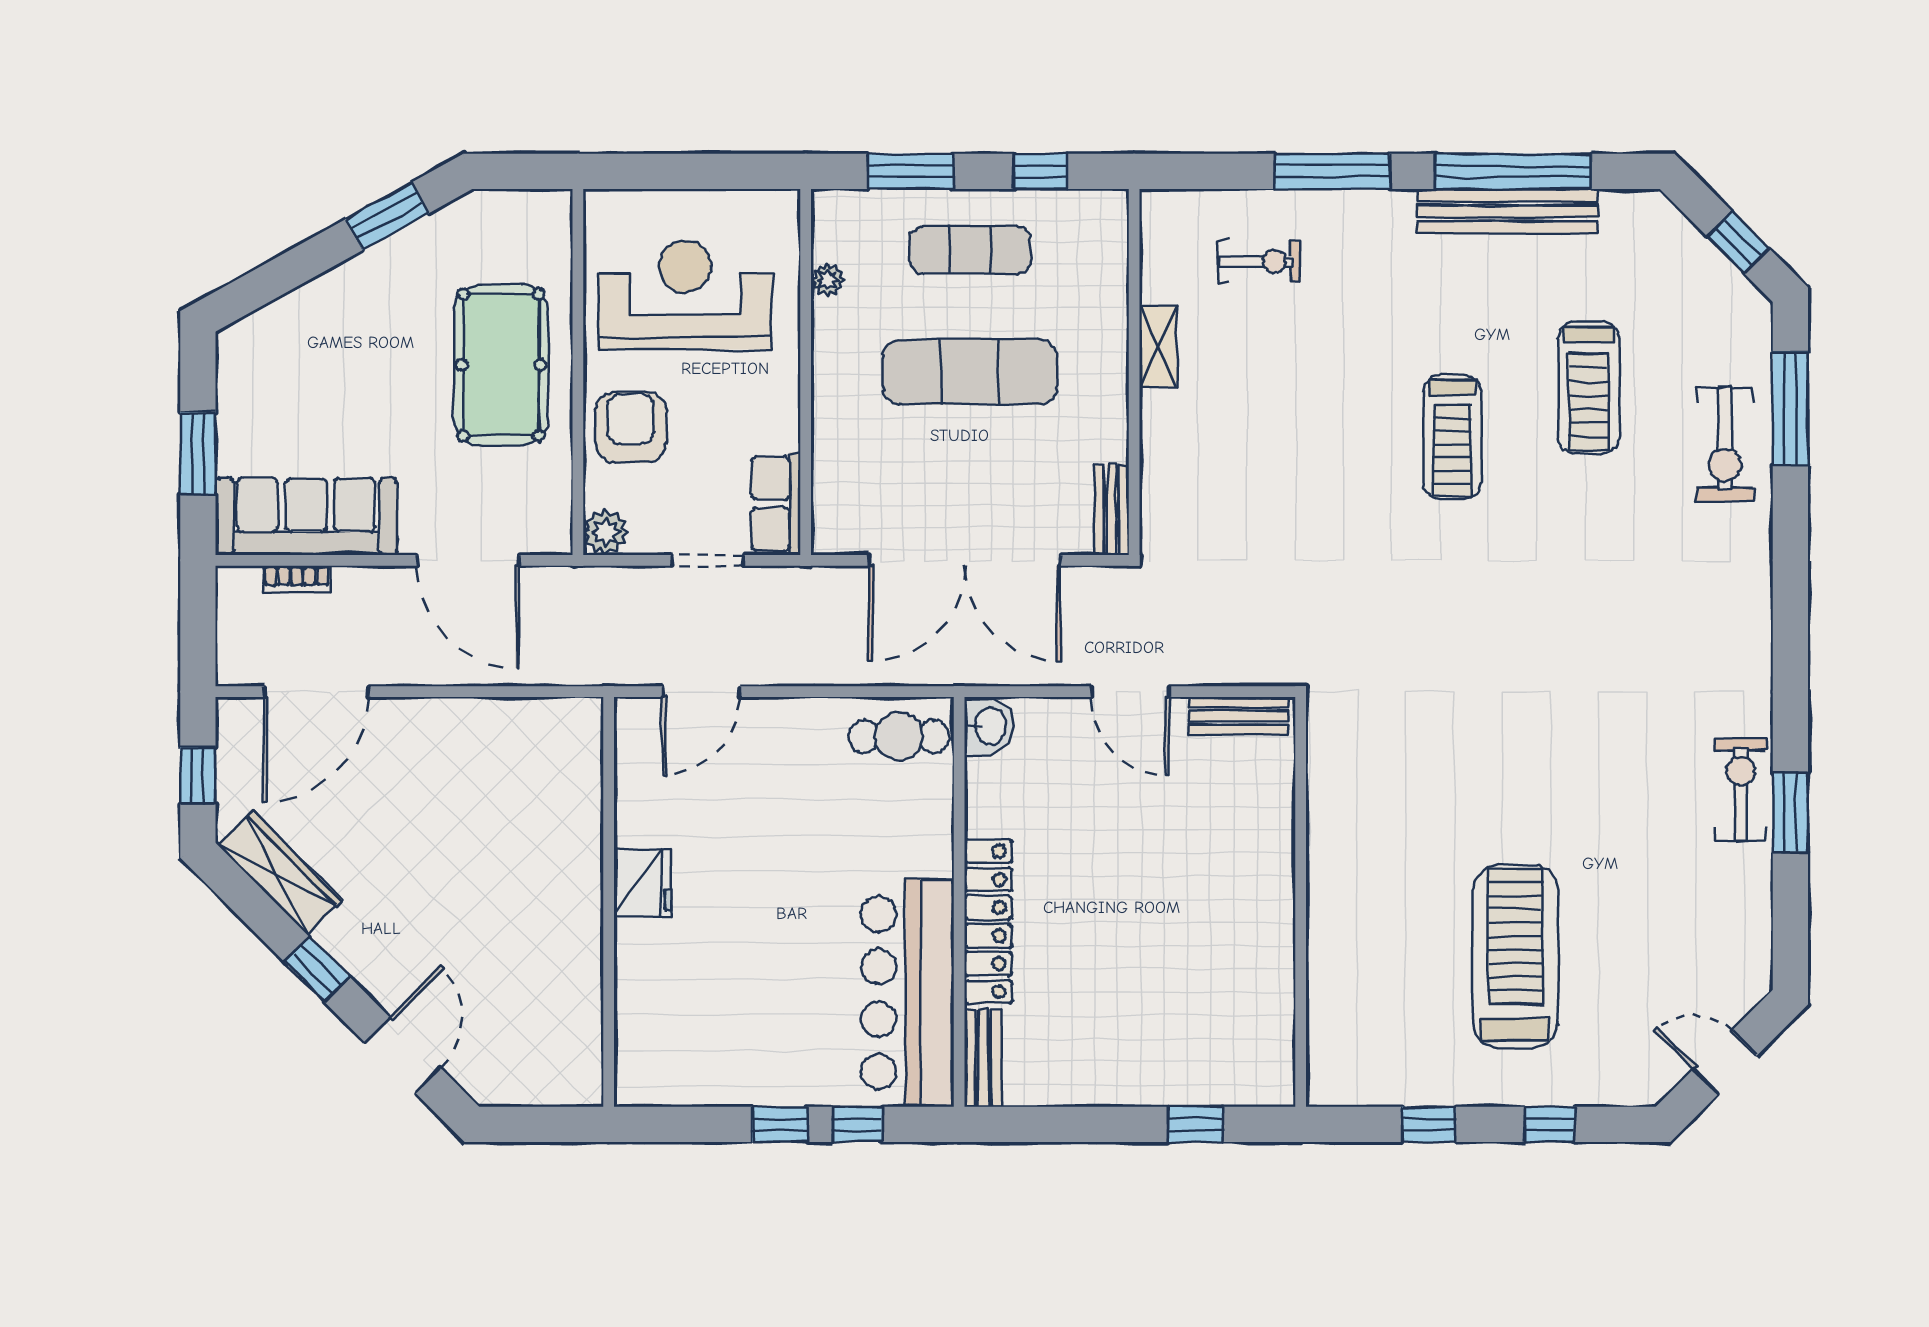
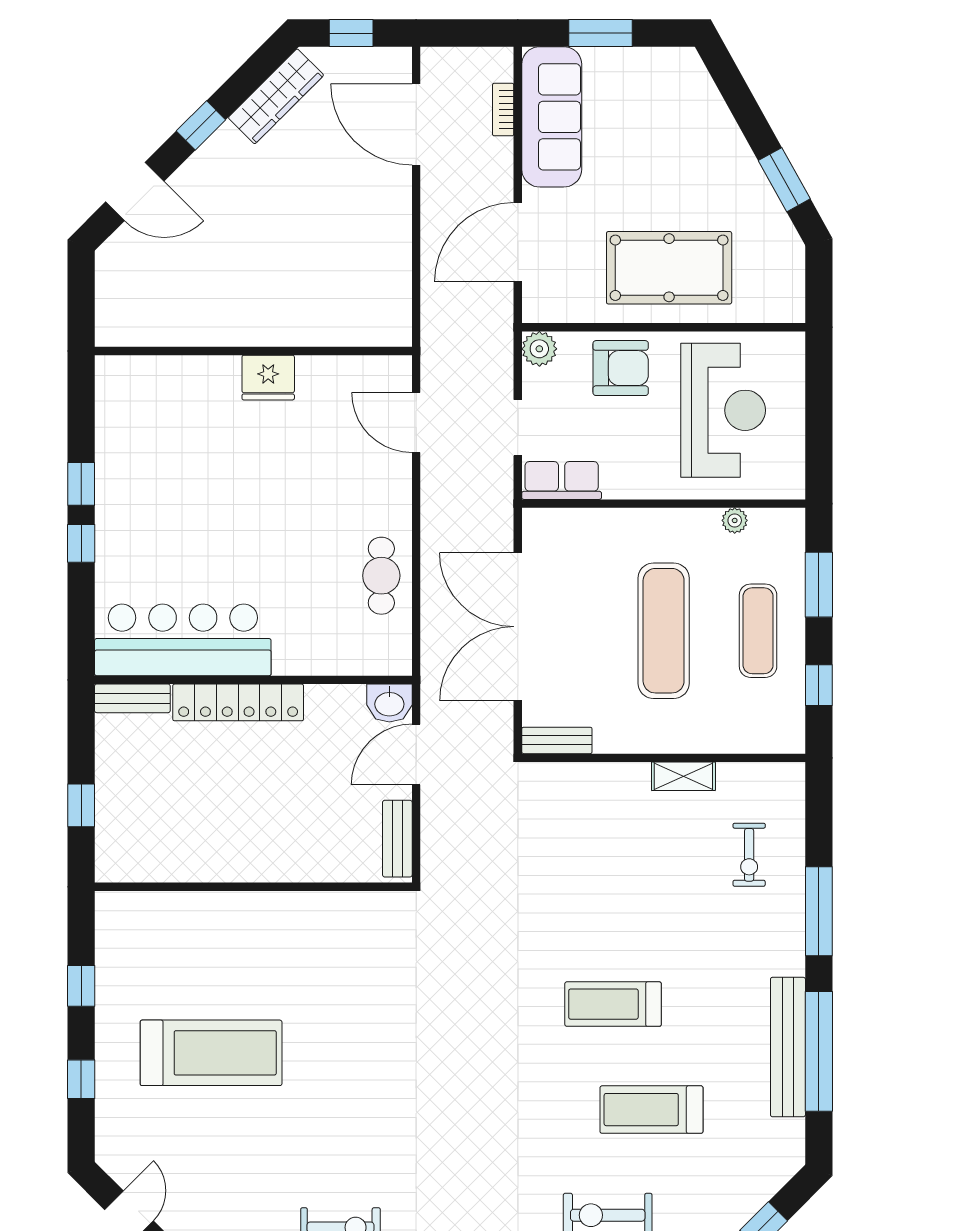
washbasin: (989, 726) -> (389, 703), moved
wall: (959, 902) -> (253, 680), moved
locker: (988, 922) -> (238, 702), moved
bar counter: (907, 993) -> (183, 640), moved
bench: (983, 1058) -> (132, 698), moved

